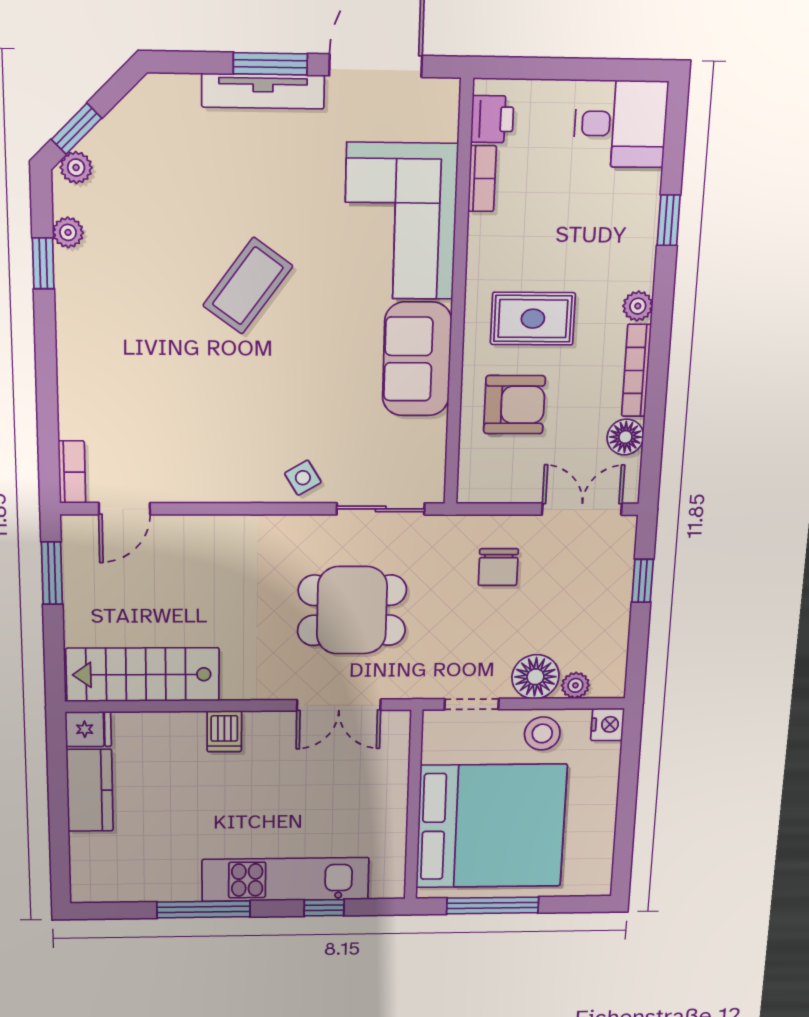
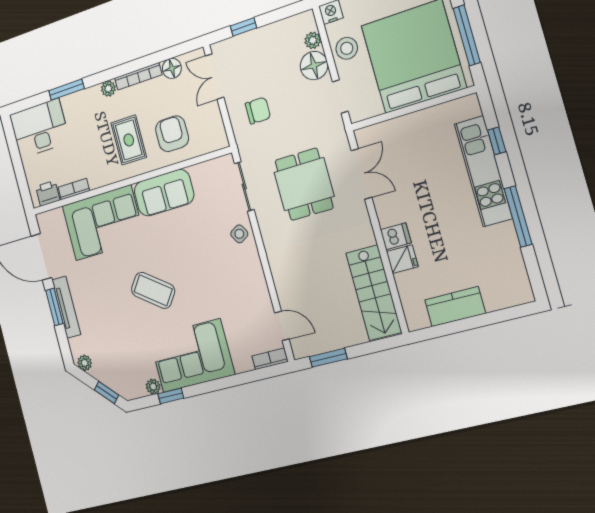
desk: (620, 124) -> (39, 128), width x1.37
plant: (76, 167) -> (85, 363), moved
window: (669, 220) -> (66, 90), width x1.50
corner sofa: (110, 327) -> (192, 356), added
fridge: (88, 729) -> (402, 259), moved, turned 90

